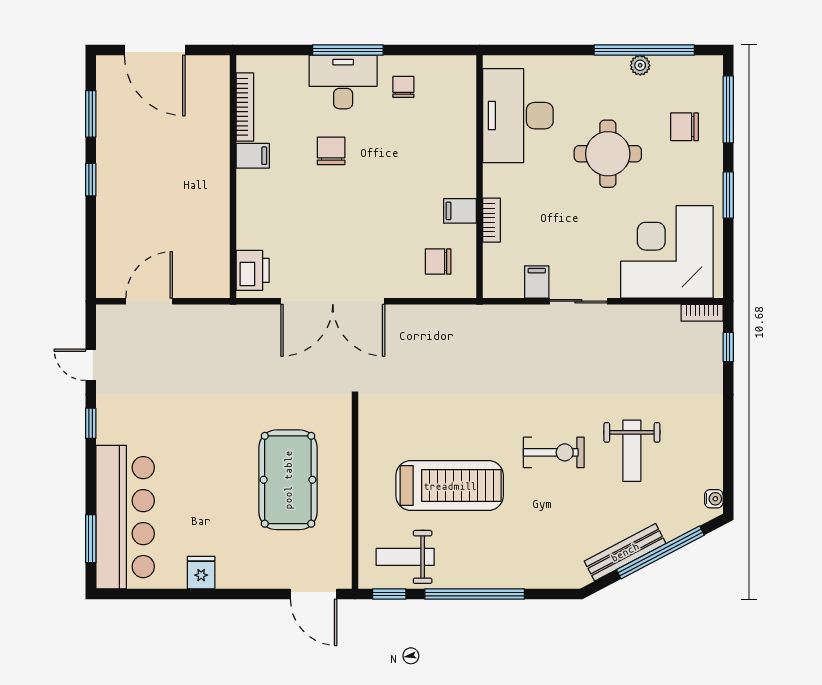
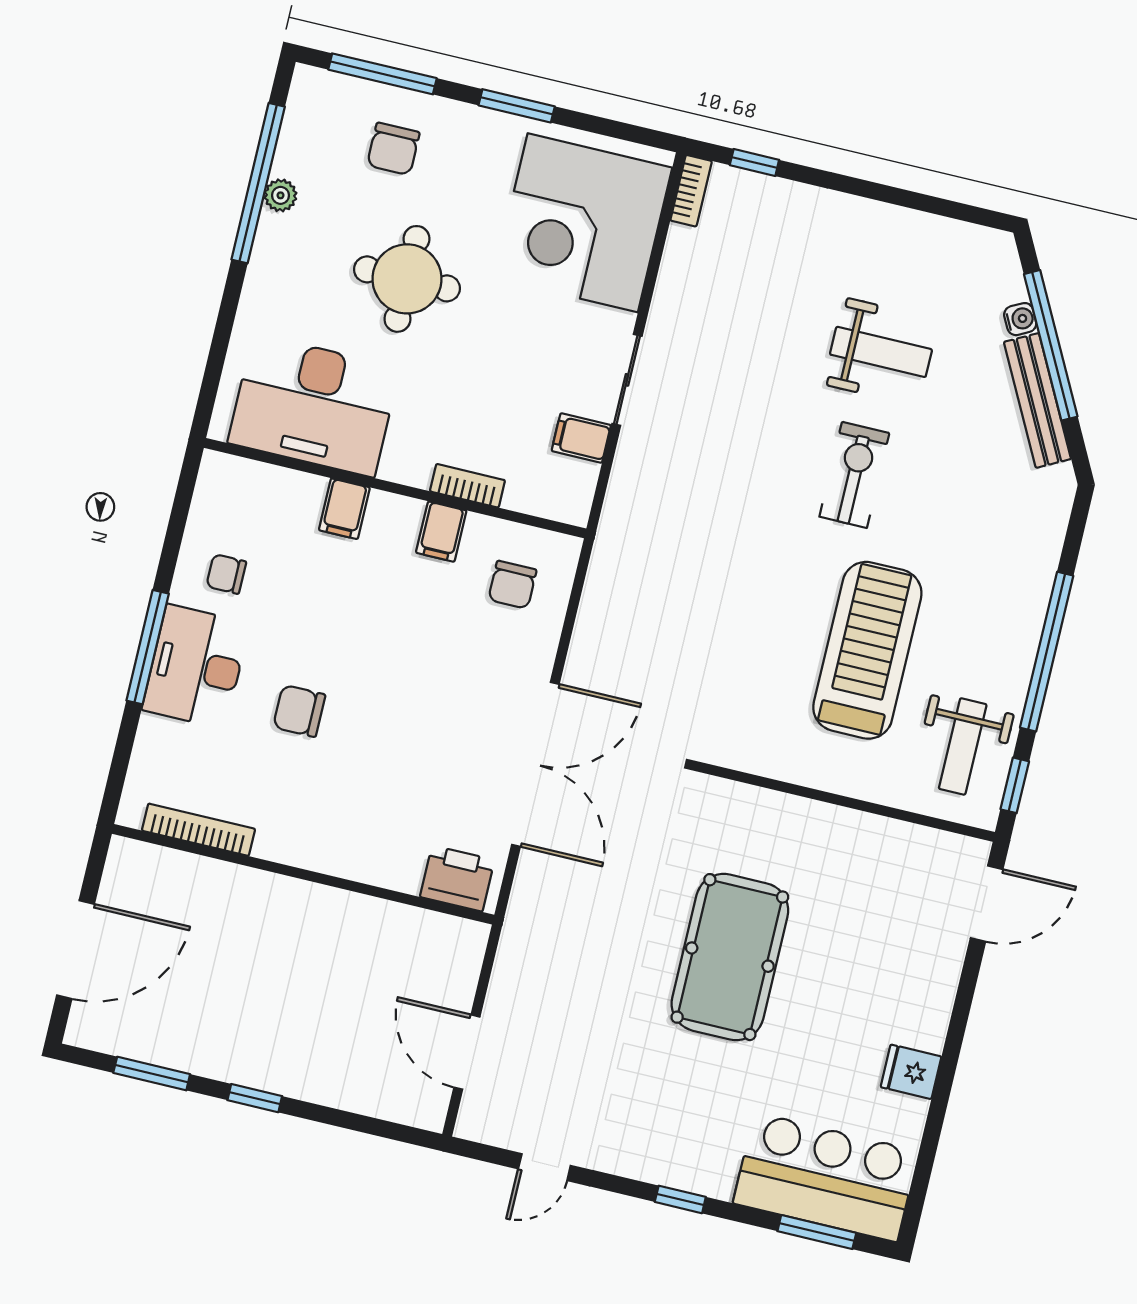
filing cabinet: (253, 156) -> (344, 509), moved, turned 180
window: (91, 423) -> (680, 1199), moved
pool table: (288, 480) -> (730, 957), moved, turned 90
water cooler: (714, 499) -> (1020, 319), moved, turned 62
bar counter: (125, 517) -> (826, 1177), width x0.73

